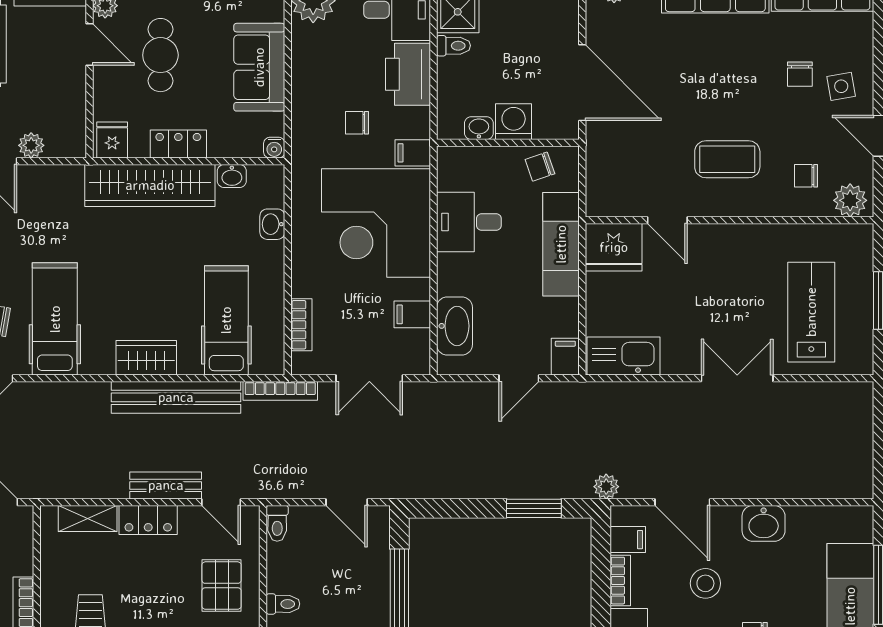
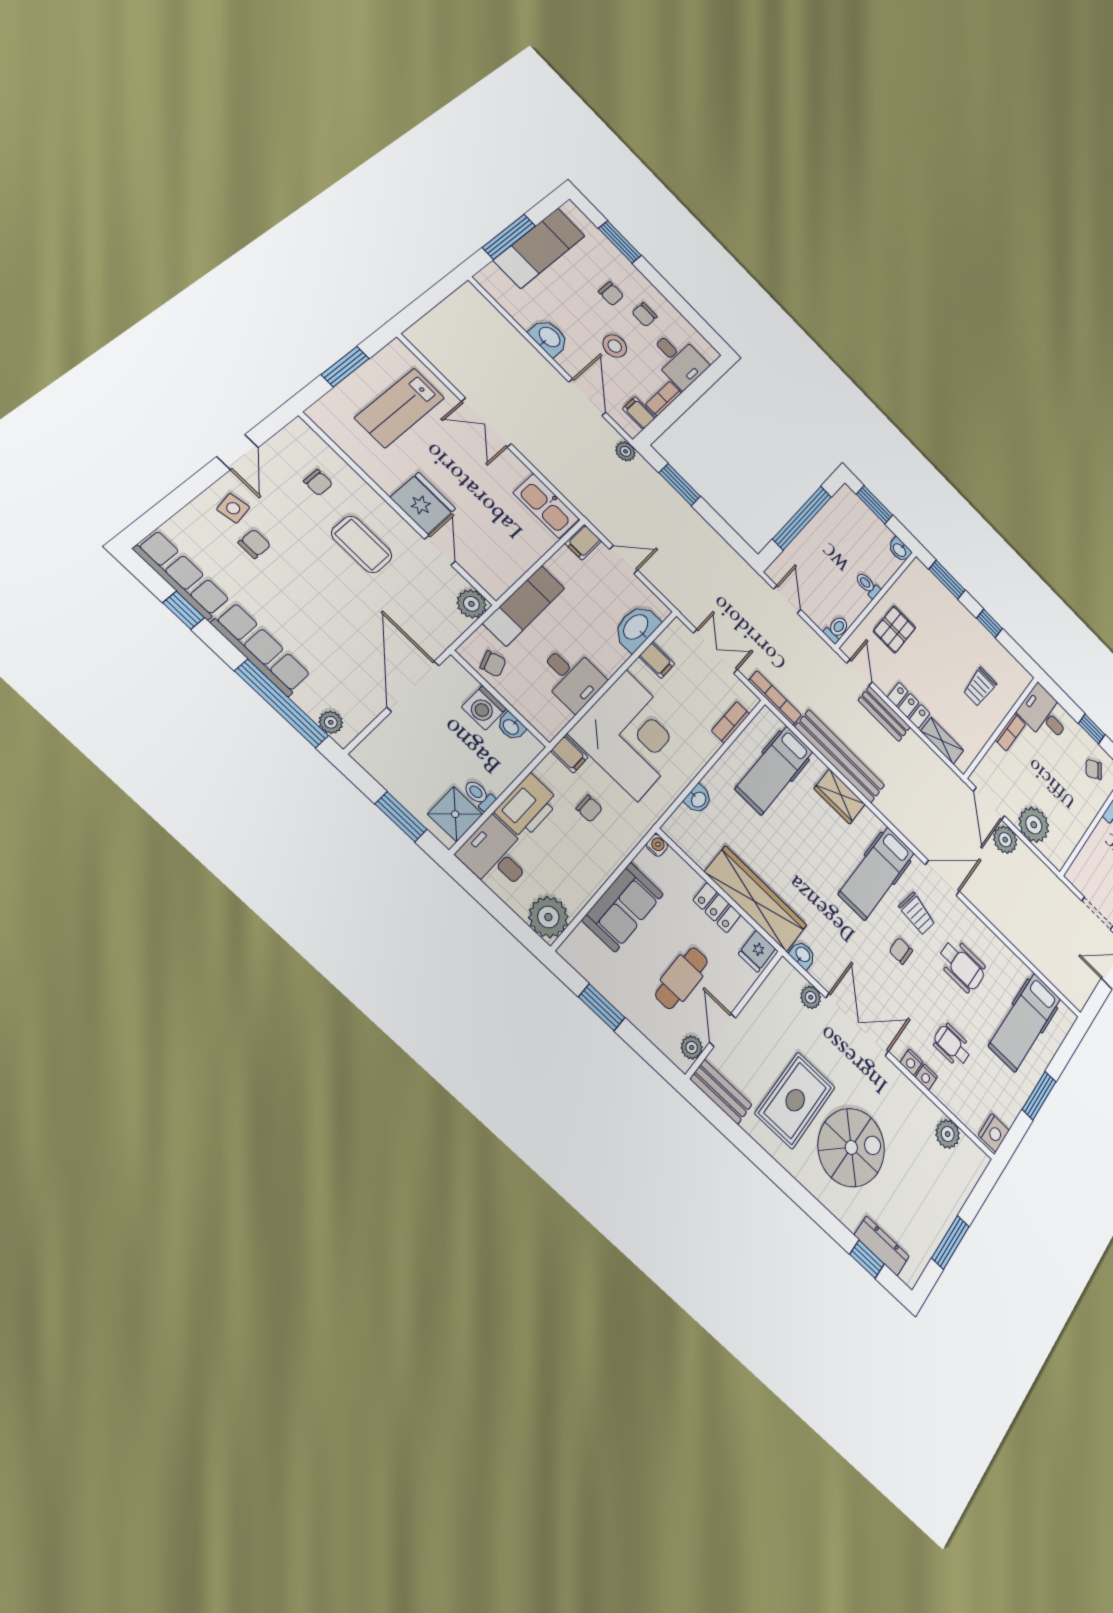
washbasin: (232, 176) -> (803, 955), moved
plant: (850, 200) -> (471, 604), moved
fridge: (614, 247) -> (423, 503), moved

